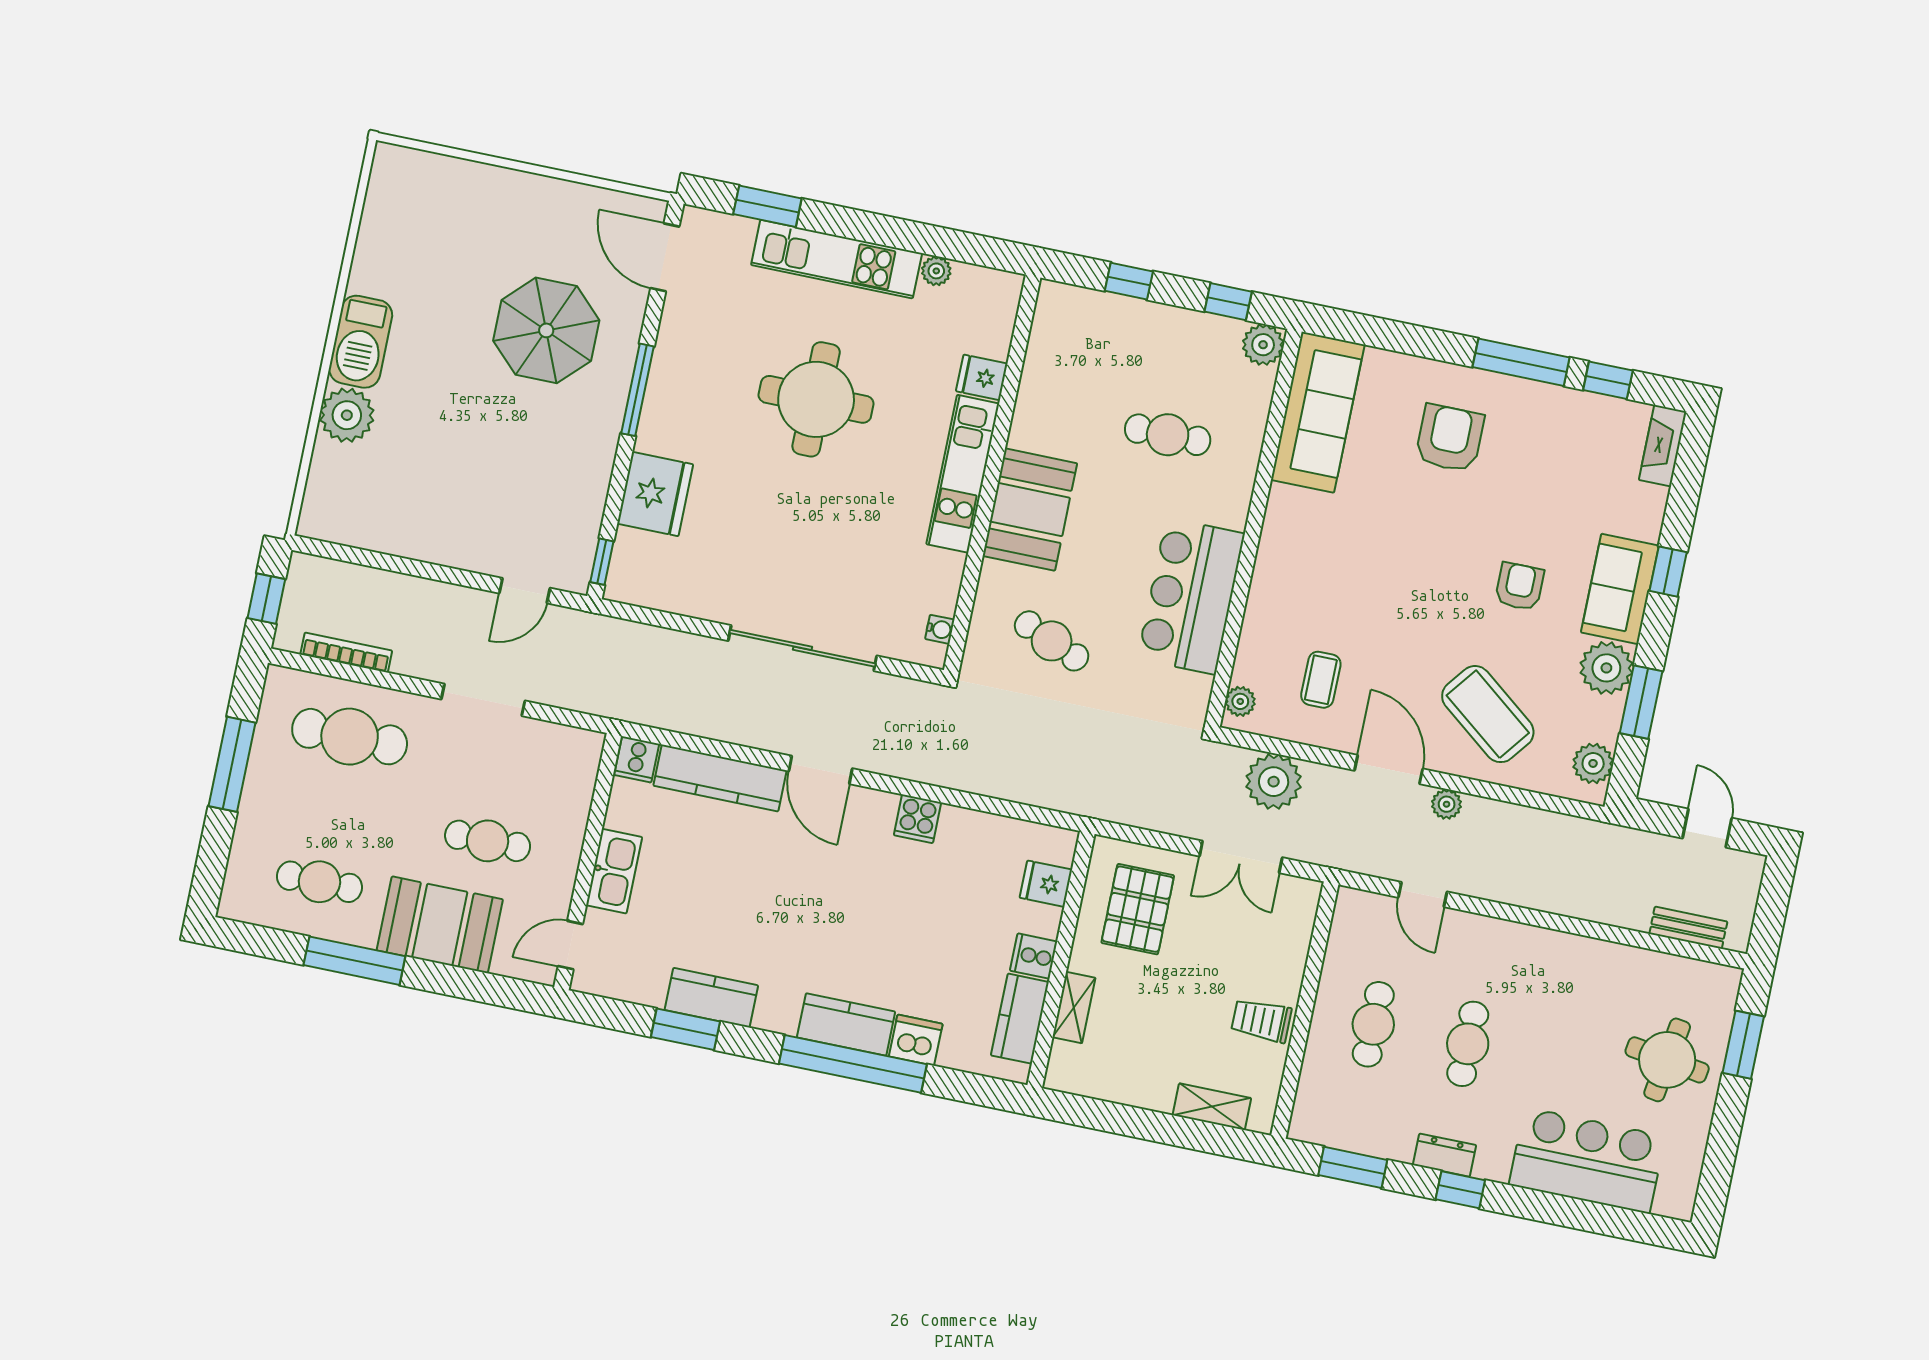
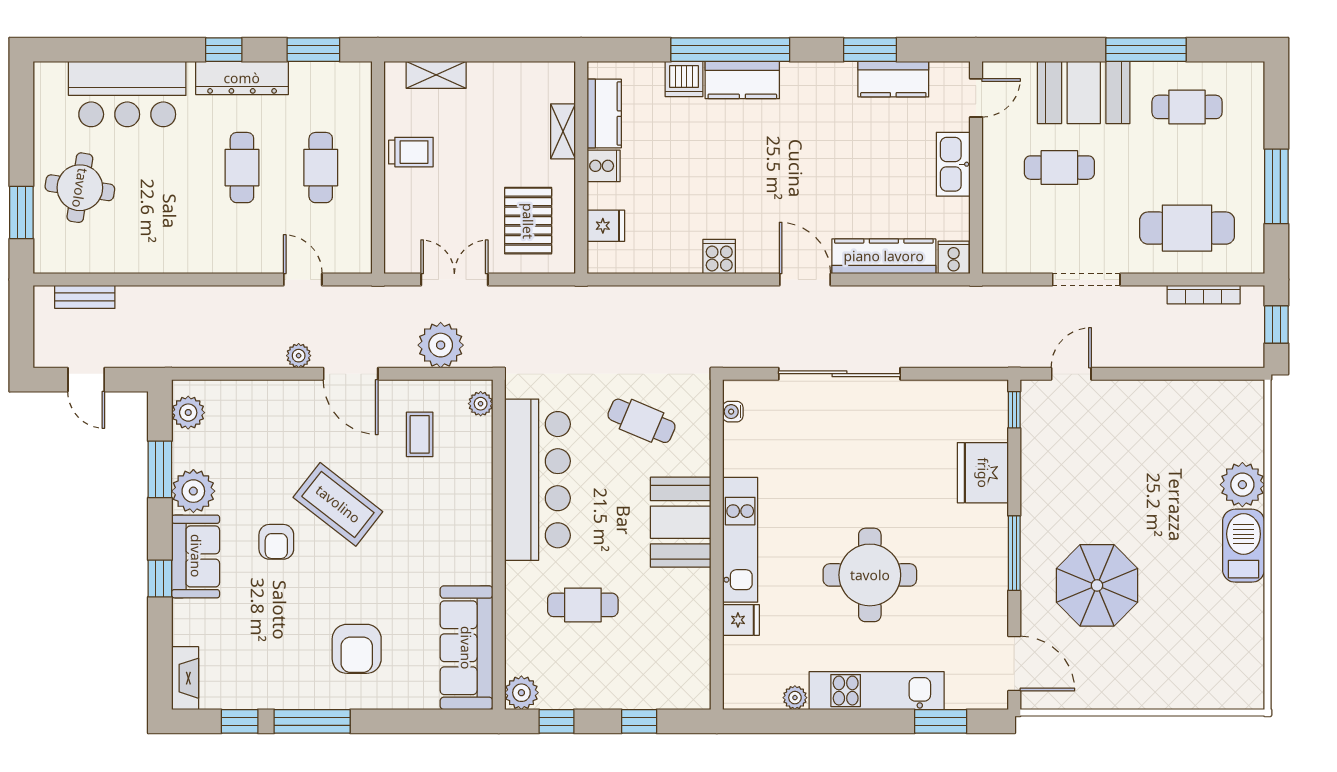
bar counter: (1191, 596) -> (537, 480), width x1.36
coffee table: (1488, 714) -> (338, 504), moved
kitchen counter: (711, 998) -> (893, 79), moved
dresser: (1445, 1155) -> (242, 78), width x1.96, depth x1.24

